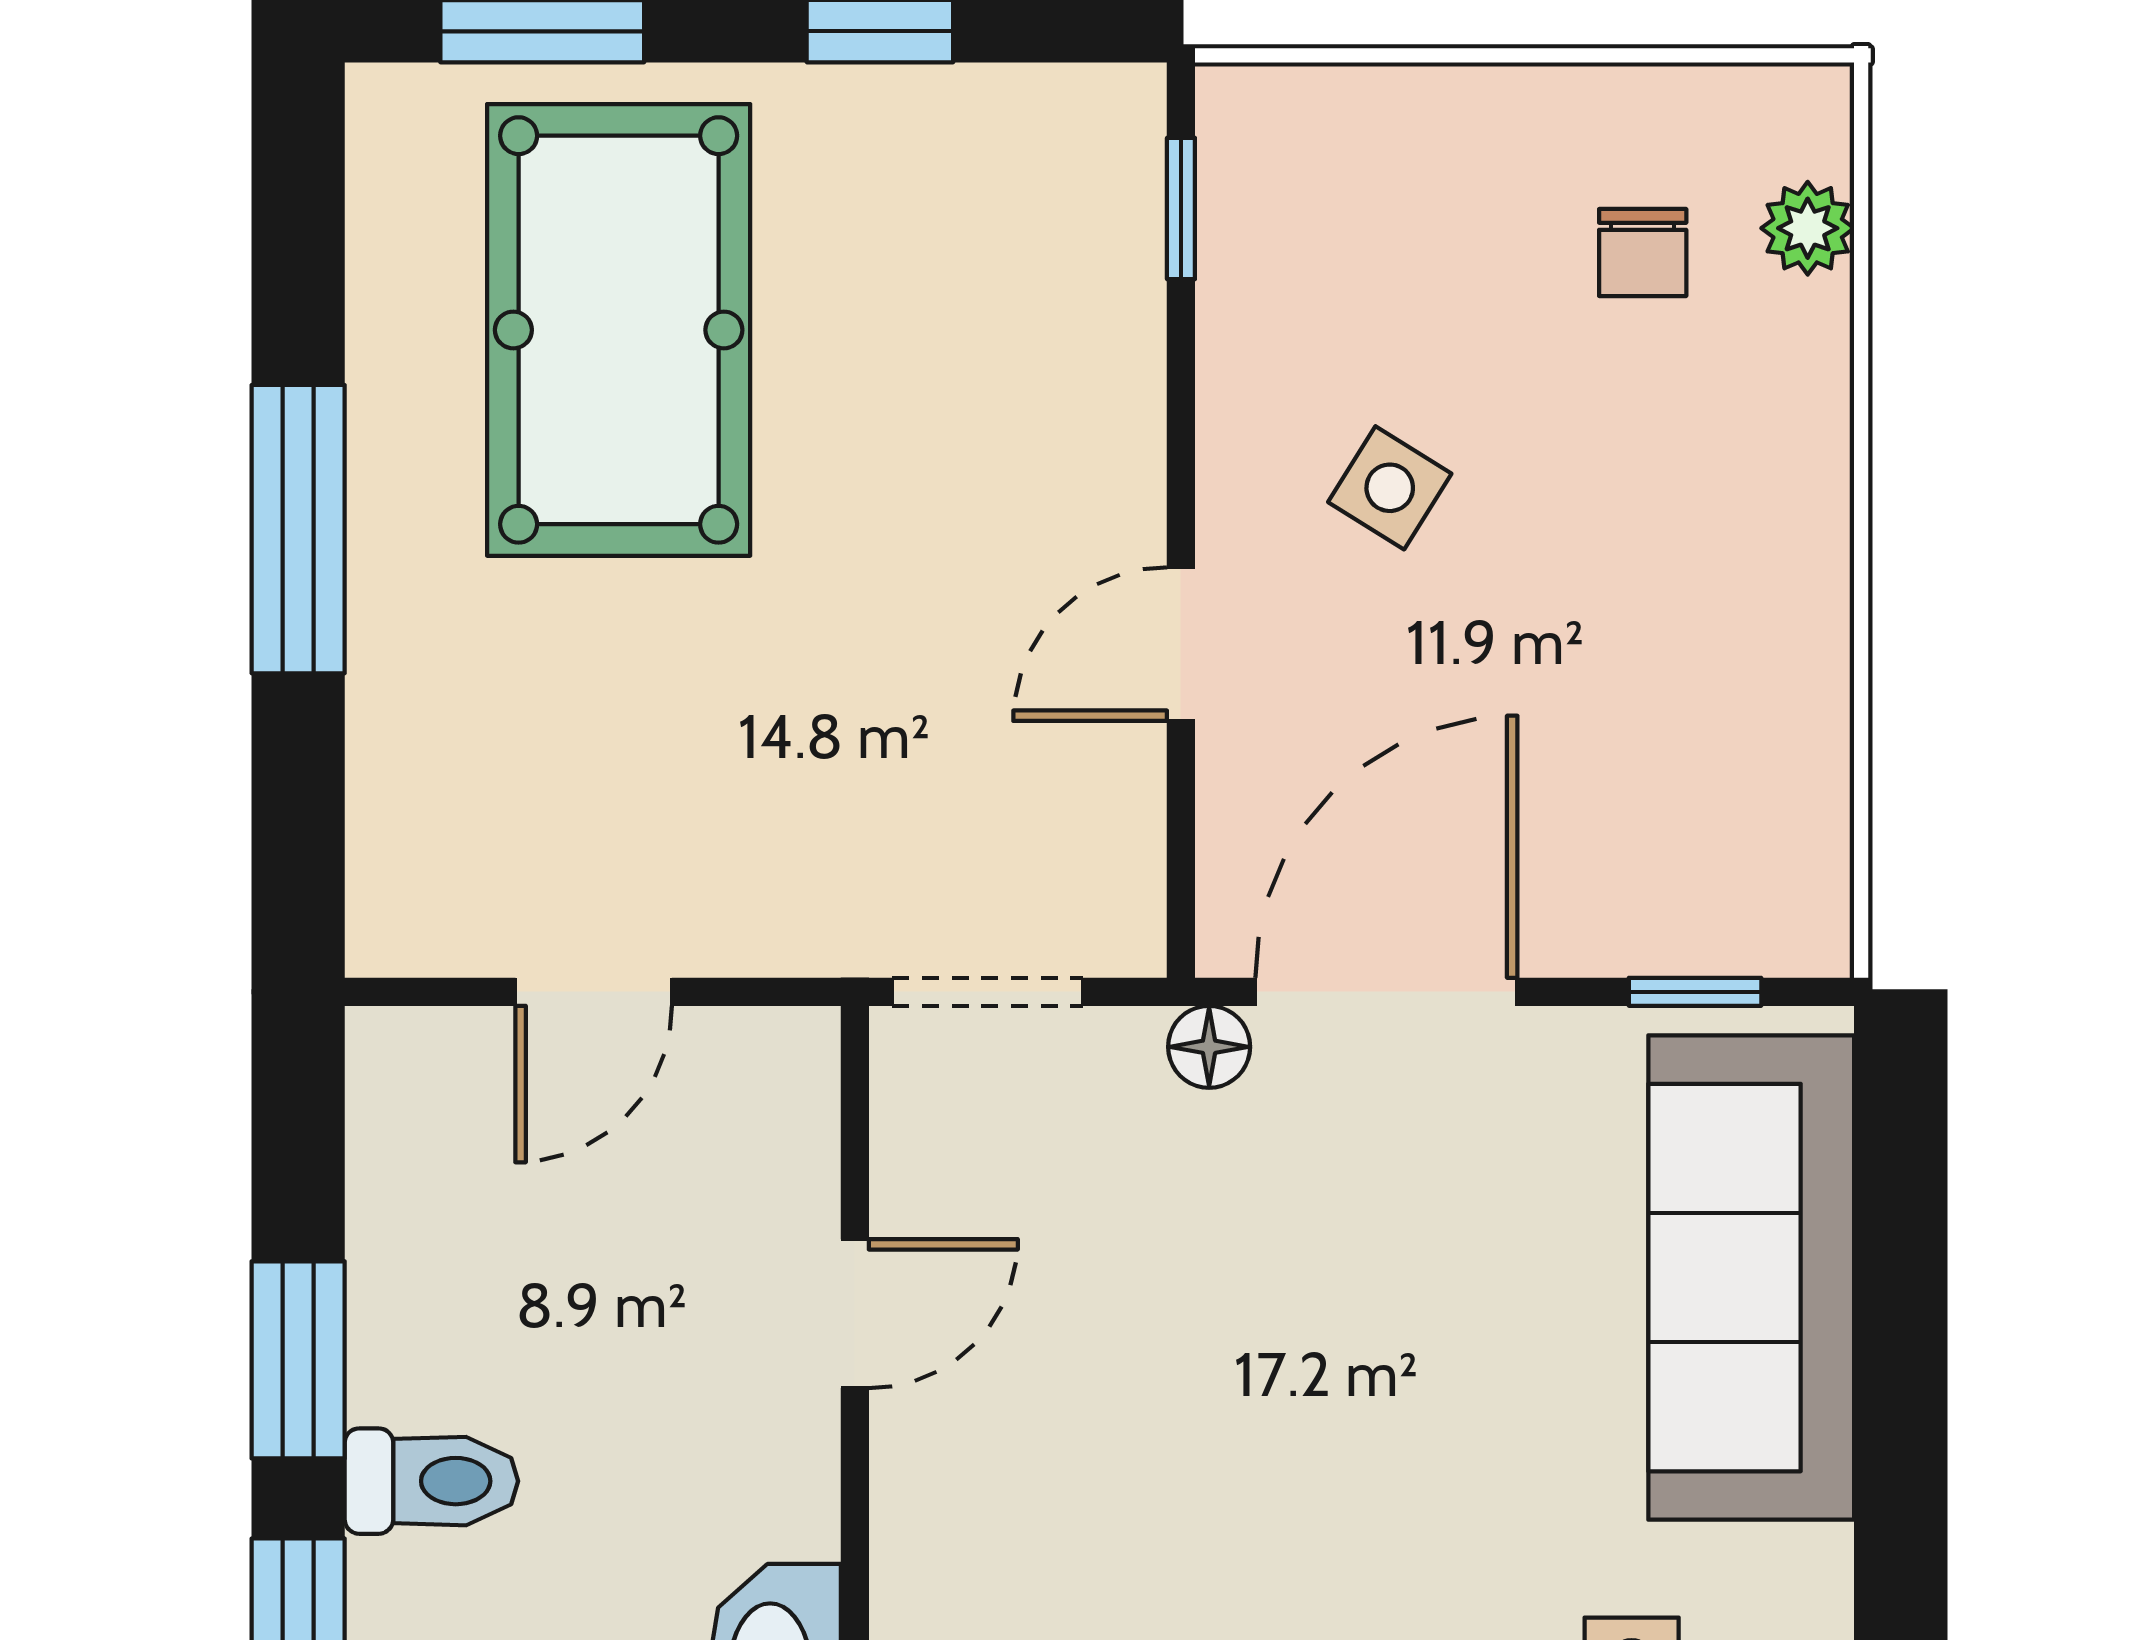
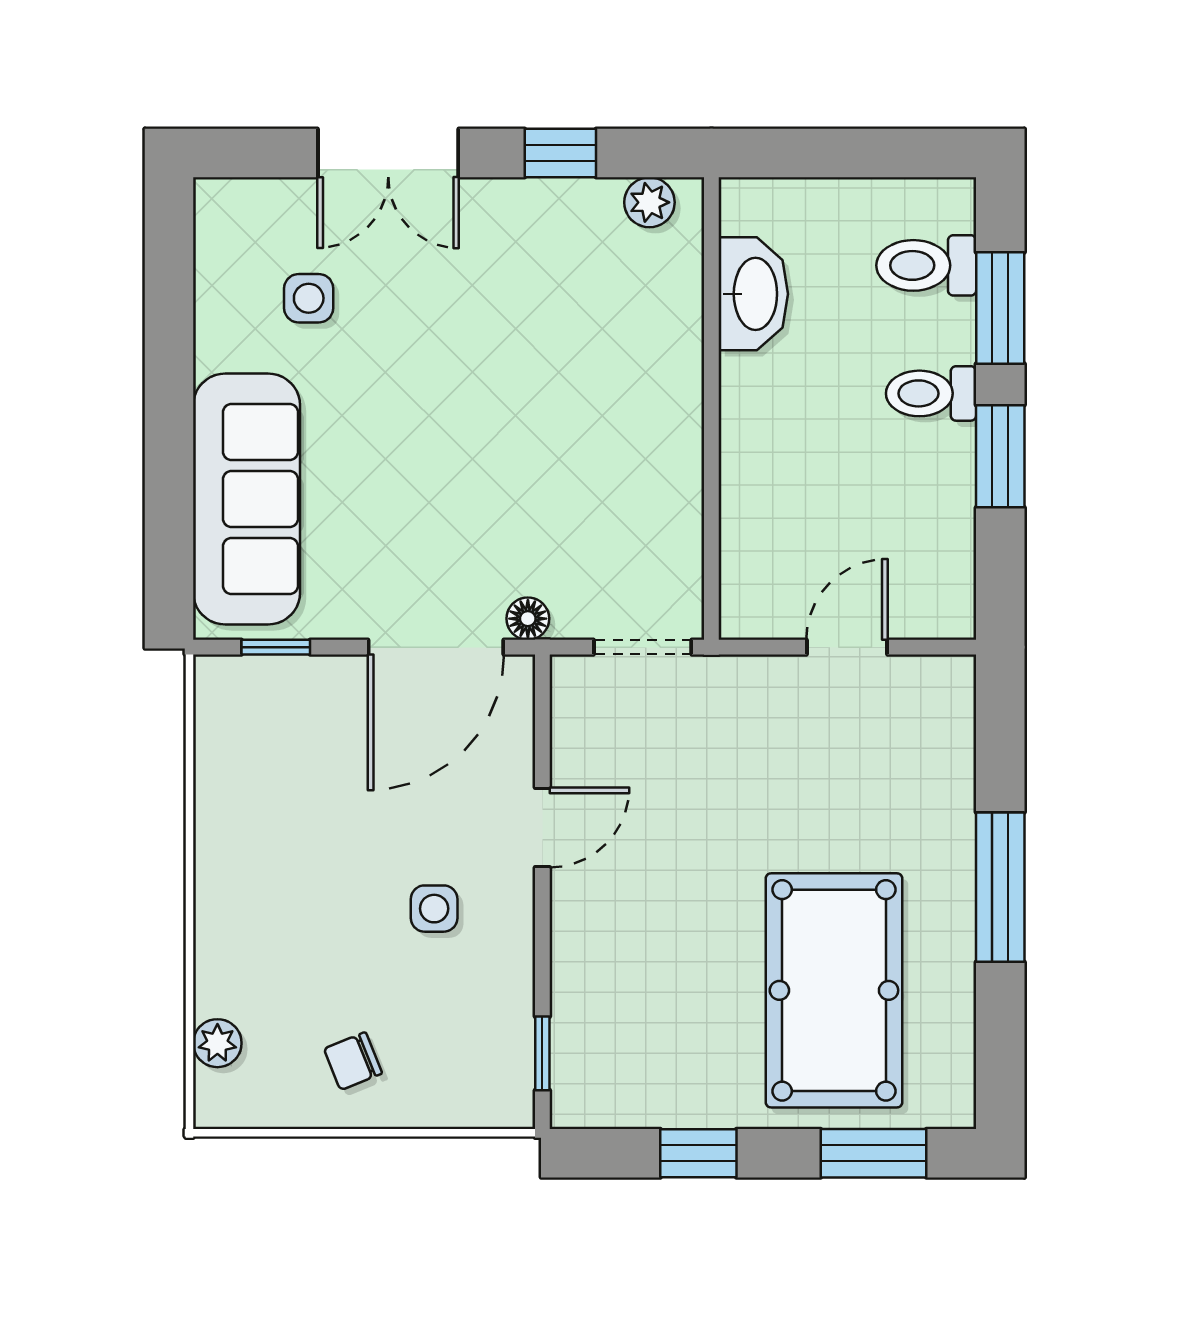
chair: (1643, 252) -> (353, 1061), moved, turned -112
side table: (1390, 488) -> (434, 909), turned -32
door: (855, 1314) -> (711, 480), removed

